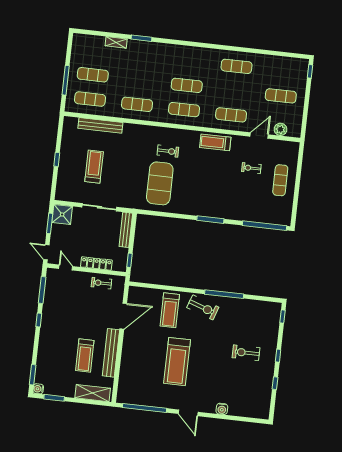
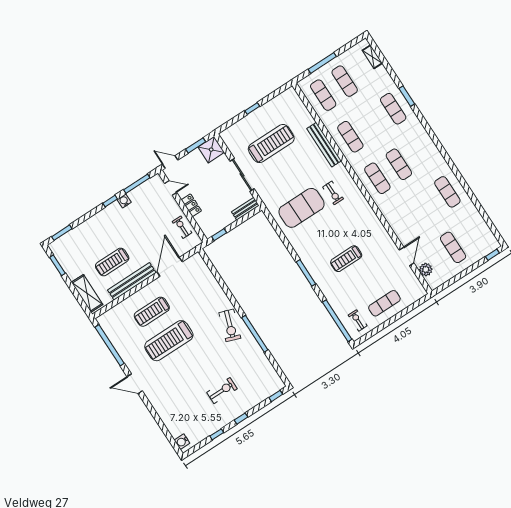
shelving: (116, 42) -> (372, 57), moved
exercise mat: (231, 115) -> (393, 109), moved
bench: (100, 125) -> (324, 145), moved
door: (259, 135) -> (407, 256), hinge flipped
treadmill: (215, 142) -> (346, 259), moved, turned -90
treadmill: (94, 167) -> (271, 144), width x1.37, depth x1.38
exercise bike: (251, 168) -> (358, 320), moved
bench: (126, 230) -> (245, 209), width x0.73
door: (46, 252) -> (170, 162), hinge flipped
locker: (96, 263) -> (191, 205), width x0.66
door: (66, 267) -> (171, 188), hinge flipped
treadmill: (170, 310) -> (152, 312), moved
door: (123, 316) -> (170, 267), swing flipped
exercise bike: (246, 353) -> (222, 391), turned 90
water cooler: (38, 389) -> (124, 201), moved
water cooler: (222, 409) -> (182, 442), moved
door: (188, 413) -> (135, 384), hinge flipped

